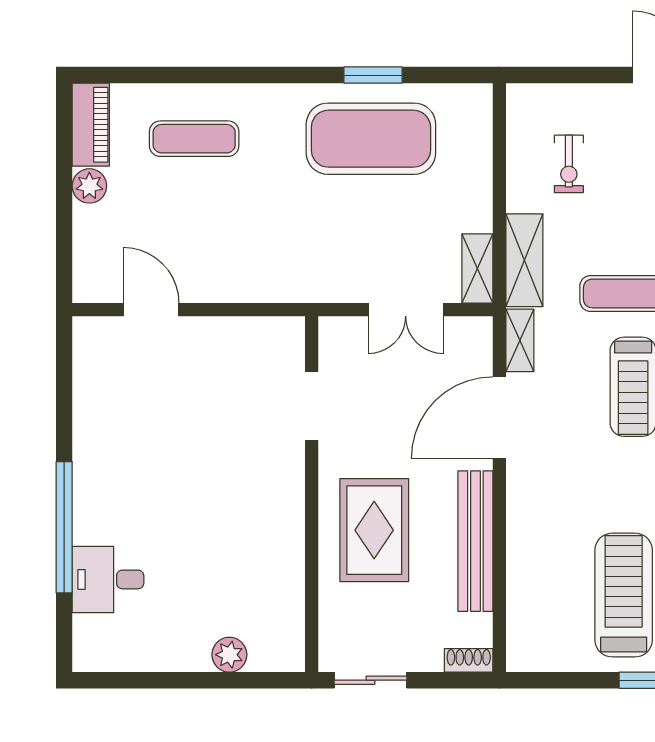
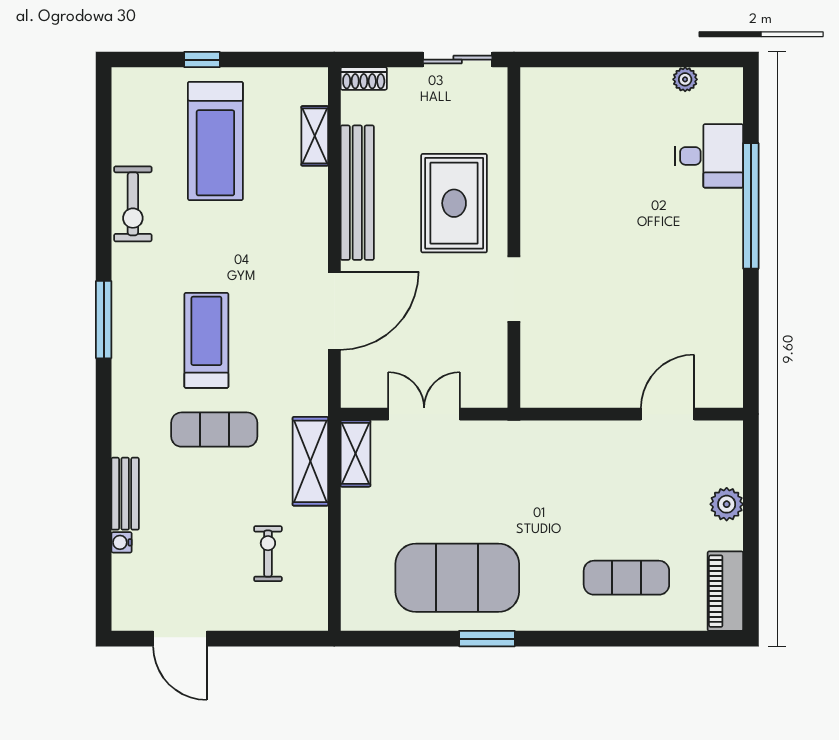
window: (373, 75) -> (487, 639), moved
plant: (89, 186) -> (727, 504), moved
door: (151, 310) -> (668, 414), swing flipped
shelving: (520, 340) -> (315, 136), moved
doorway: (312, 406) -> (514, 289), moved
plant: (229, 655) -> (685, 79), moved, width x0.73, depth x0.73

